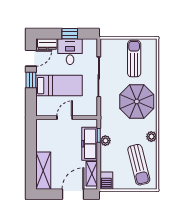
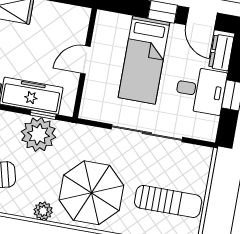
door: (65, 118) -> (85, 60), swing flipped
plant: (151, 137) -> (43, 211), moved
plant: (105, 141) -> (39, 134), width x1.88, depth x1.88

